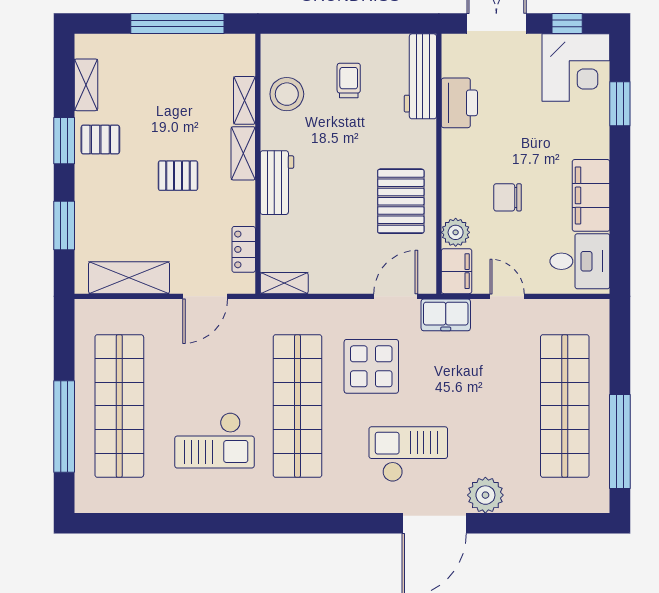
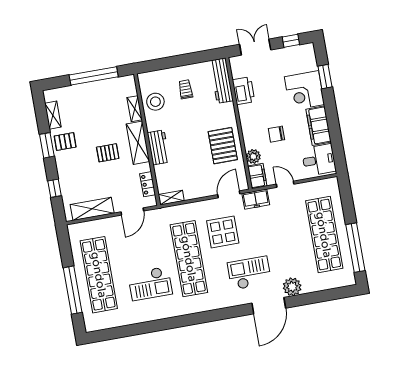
corner desk: (576, 68) -> (304, 91), moved, turned 90
shelving: (243, 153) -> (138, 143), width x1.50, depth x1.33
window: (64, 225) -> (55, 188), width x0.67

